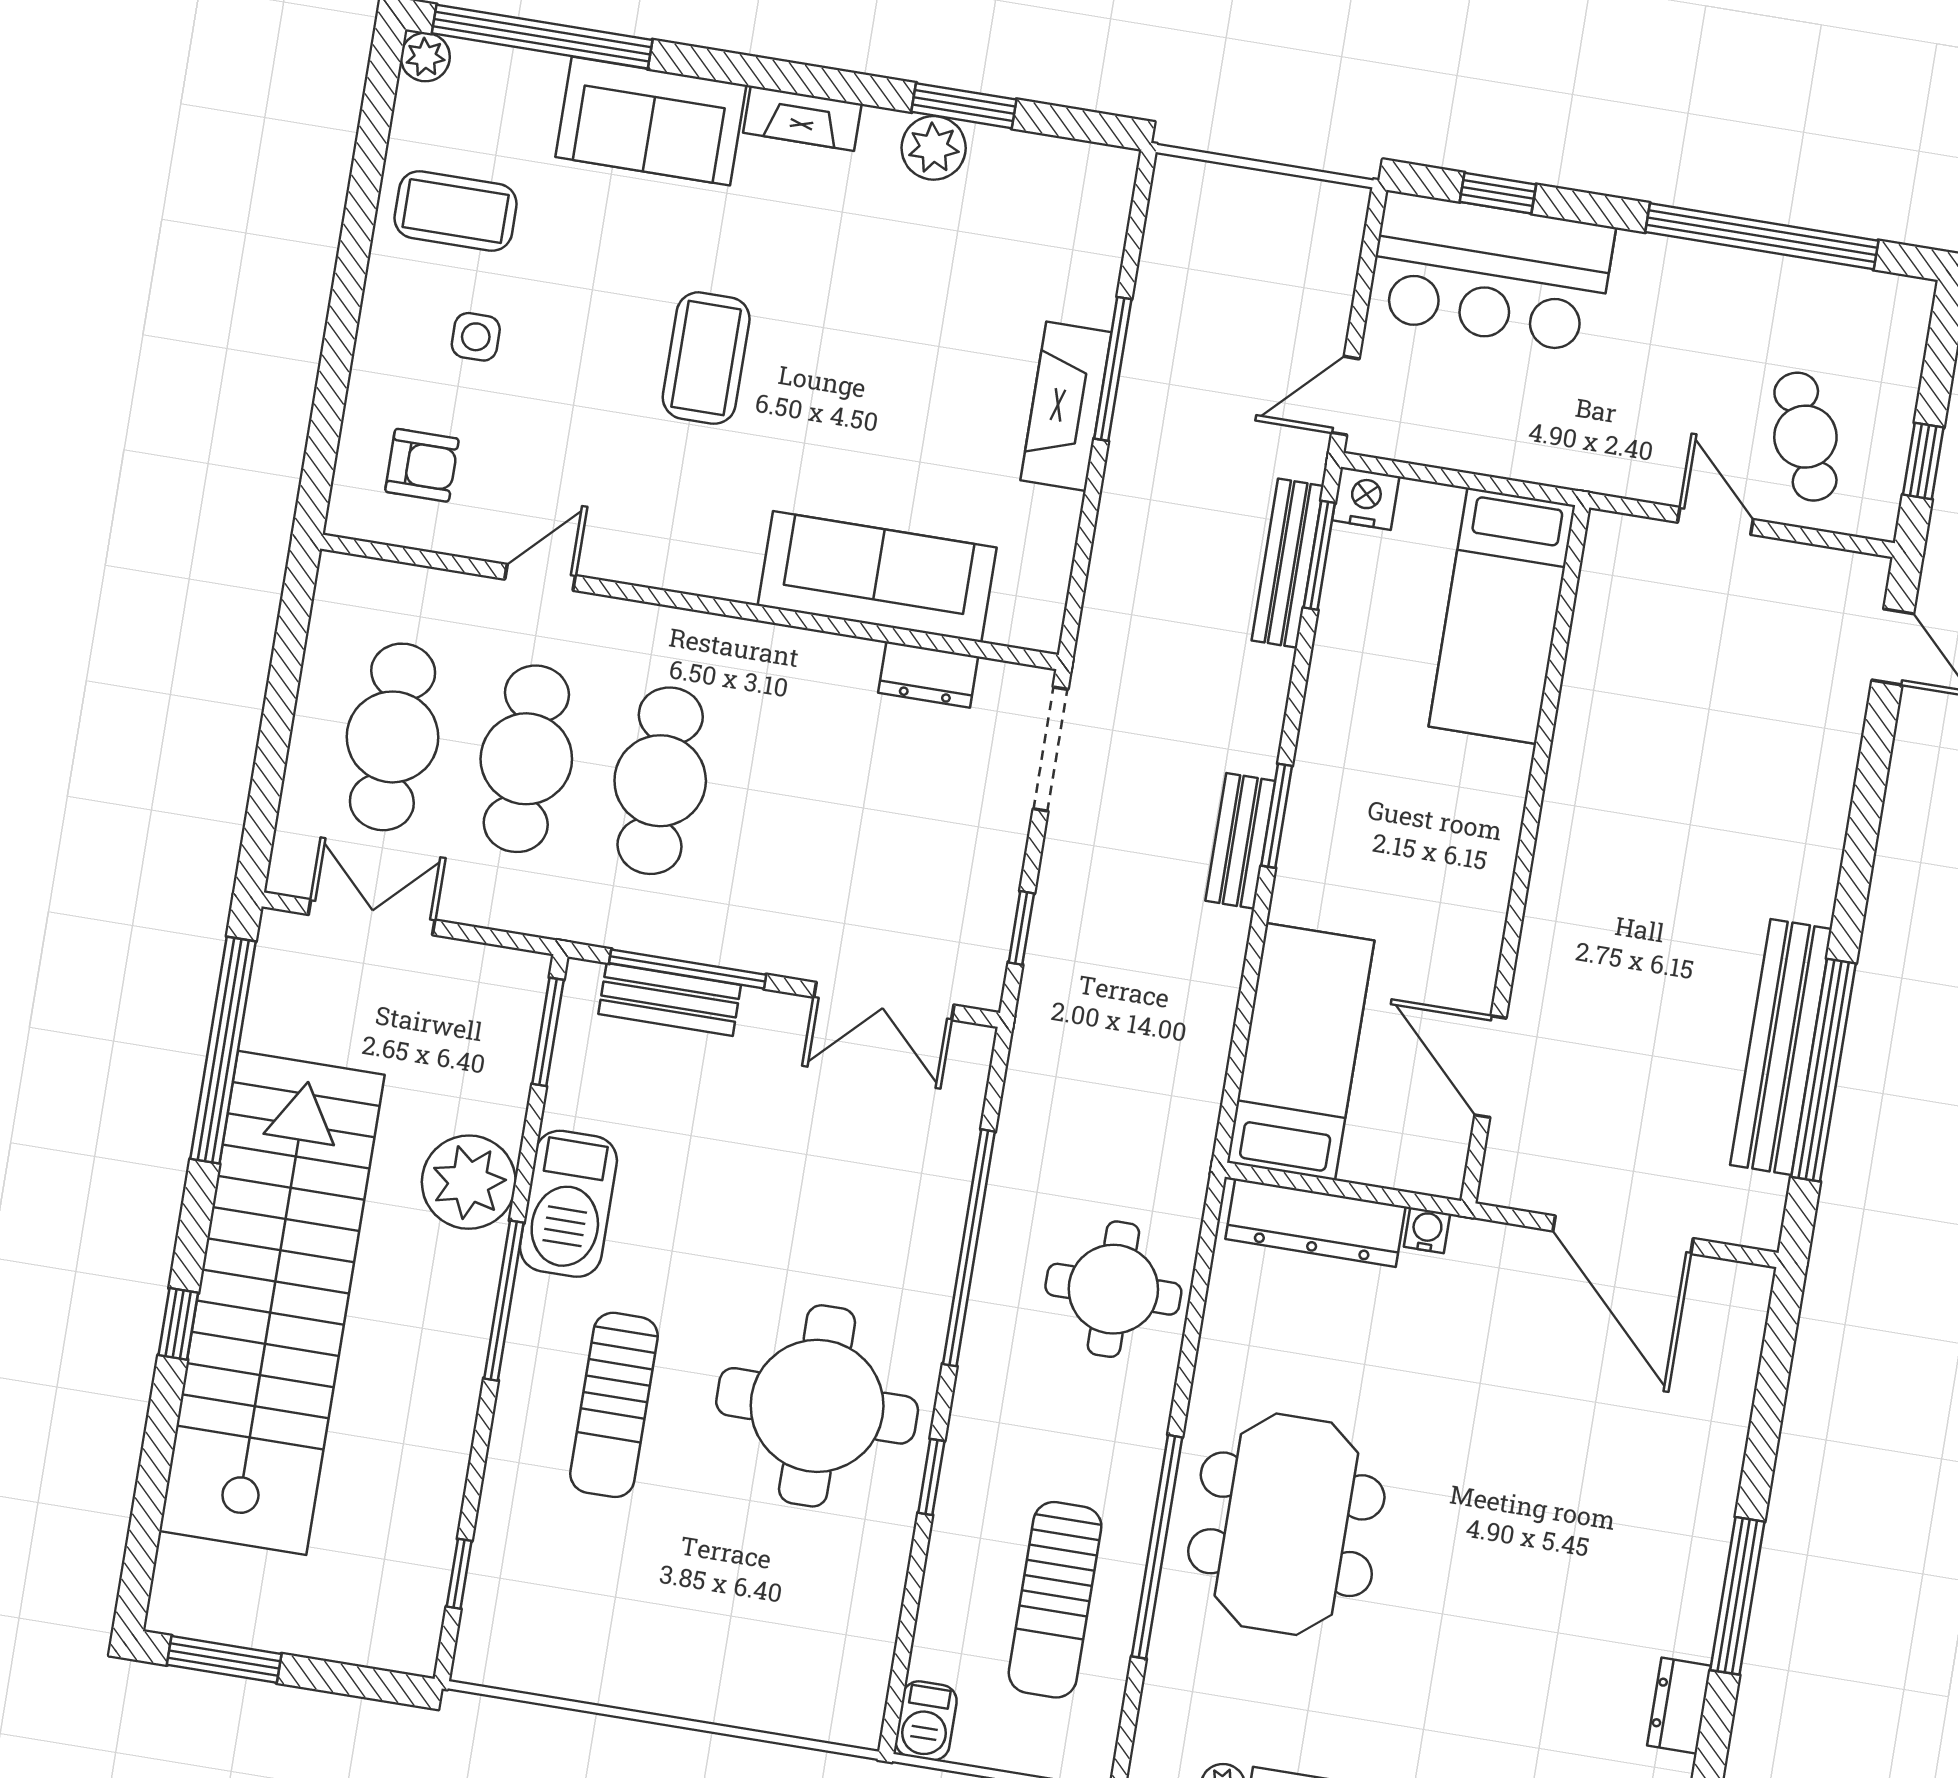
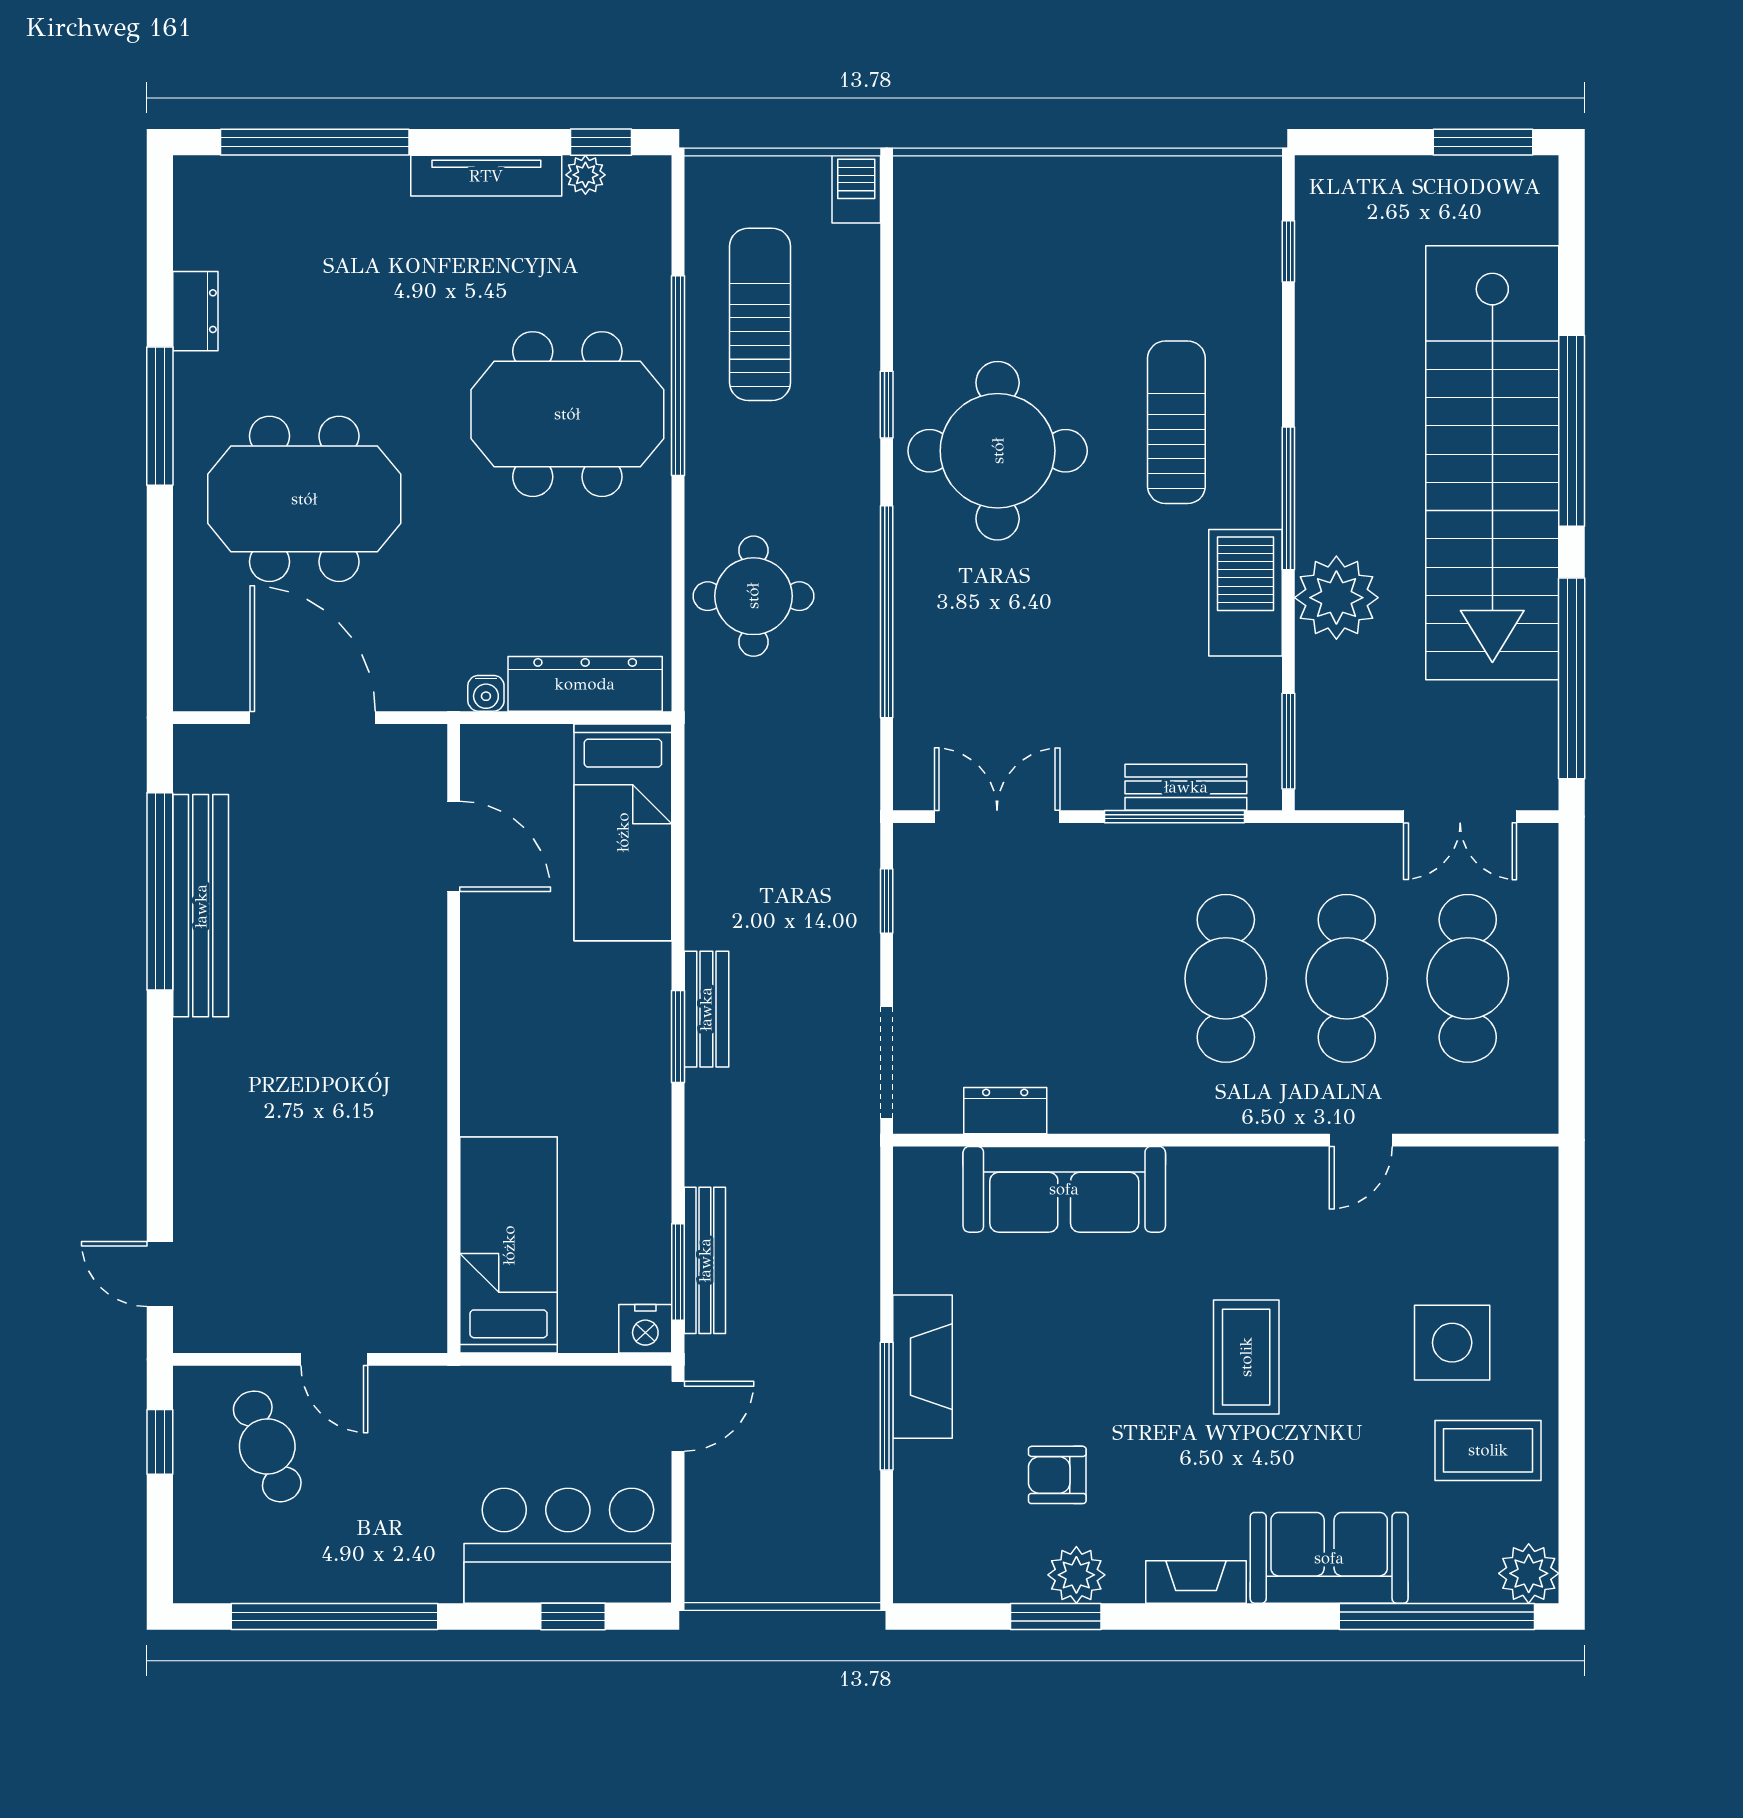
plant: (425, 57) -> (1529, 1573), width x1.38, depth x1.38
side table: (476, 337) -> (1452, 1343), width x1.87, depth x1.87
armchair: (422, 465) -> (1057, 1475), moved
window: (178, 1324) -> (1572, 431), width x3.17
meeting table: (1593, 1478) -> (304, 499), added
meeting table: (1286, 1524) -> (567, 414), turned 90

